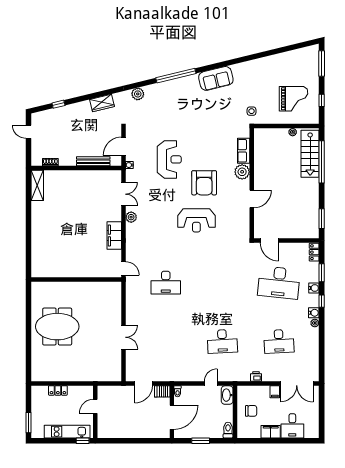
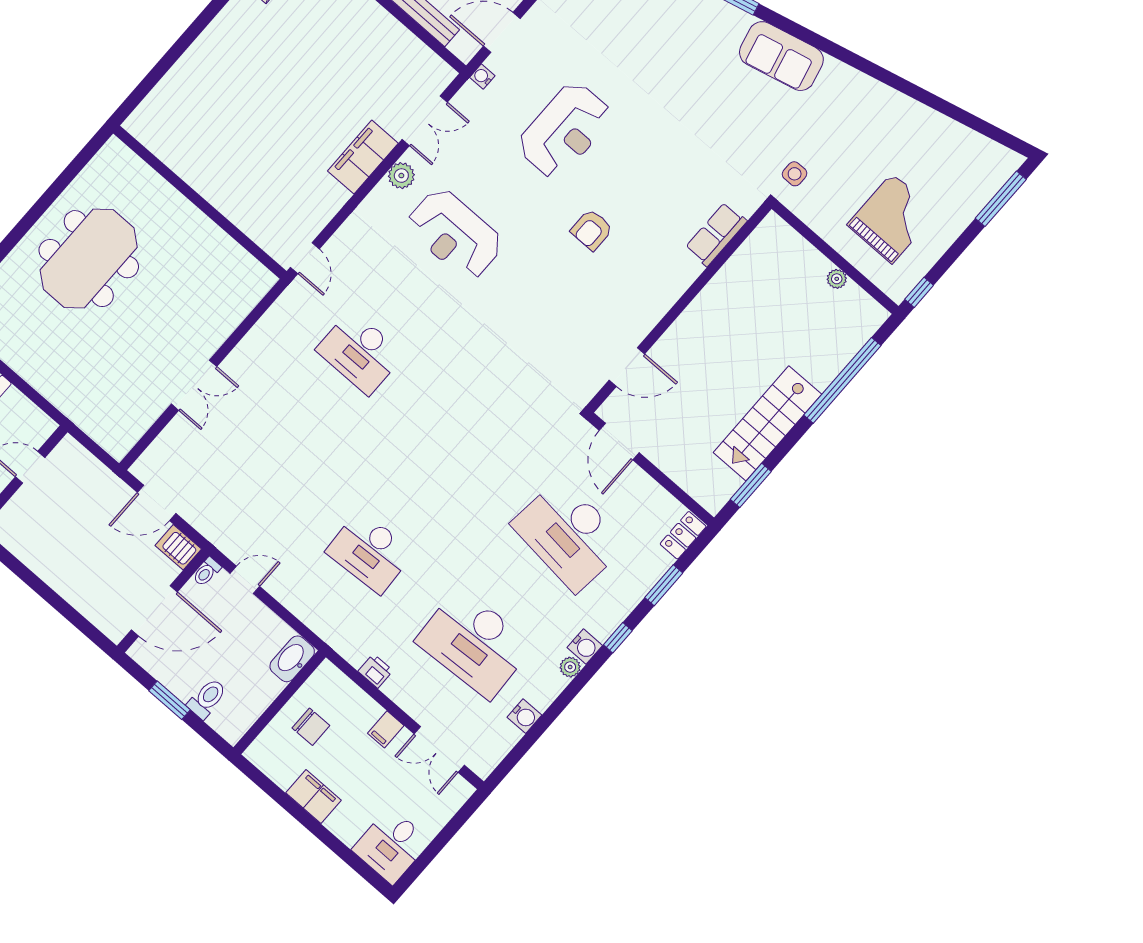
grand piano: (293, 99) -> (892, 218), turned -90
window: (322, 100) -> (919, 292), moved
stairs: (310, 154) -> (767, 423), moved
plant: (242, 172) -> (679, 271), removed
armchair: (204, 183) -> (592, 230), width x0.53, depth x0.53
door: (252, 199) -> (627, 367), moved
reception desk: (196, 220) -> (455, 234), moved
filing cabinet: (114, 236) -> (363, 157), moved
water cooler: (314, 288) -> (524, 716), moved
meeting table: (57, 327) -> (89, 259), turned 90
desk: (279, 341) -> (474, 643), width x1.36, depth x1.30
door: (211, 383) -> (245, 580), moved
double door: (297, 383) -> (439, 749), width x0.73
desk: (292, 426) -> (391, 845), moved
toilet: (228, 430) -> (207, 699), moved

